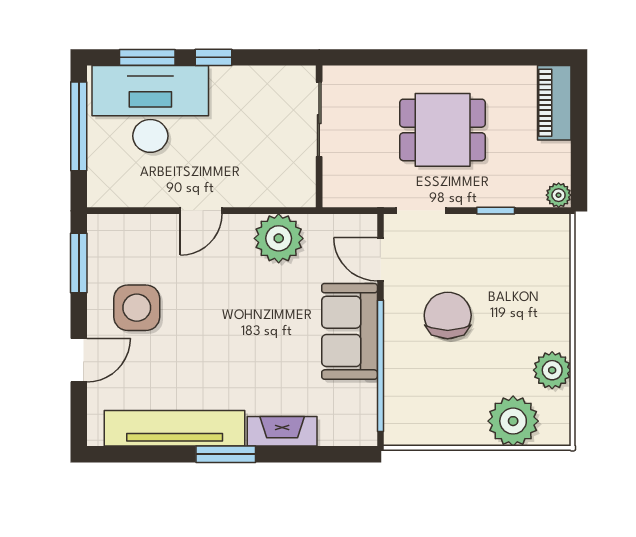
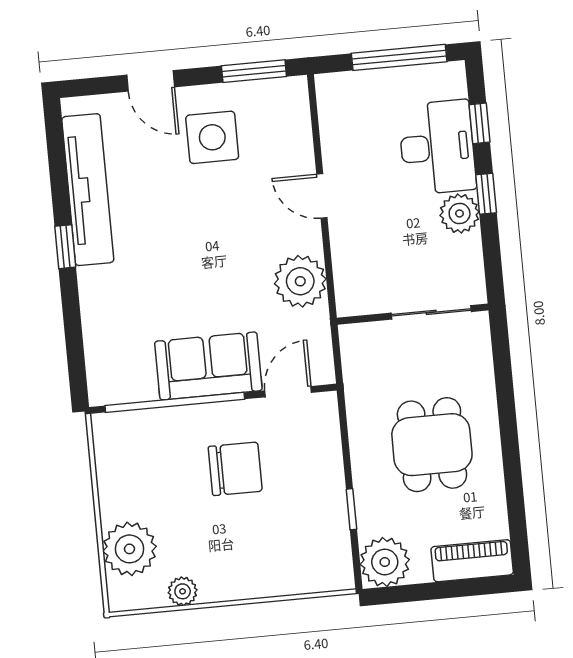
window: (147, 57) -> (479, 123), width x0.67
plant: (230, 84) -> (460, 213), added
desk: (150, 109) -> (437, 147), width x0.73, depth x0.77
plant: (559, 195) -> (385, 562), width x1.88, depth x1.88
doorway: (421, 211) -> (344, 430), removed
plant: (552, 370) -> (183, 591), width x0.73, depth x0.73
fireplace: (282, 431) -> (95, 304), removed
window: (226, 454) -> (65, 247), width x0.67

